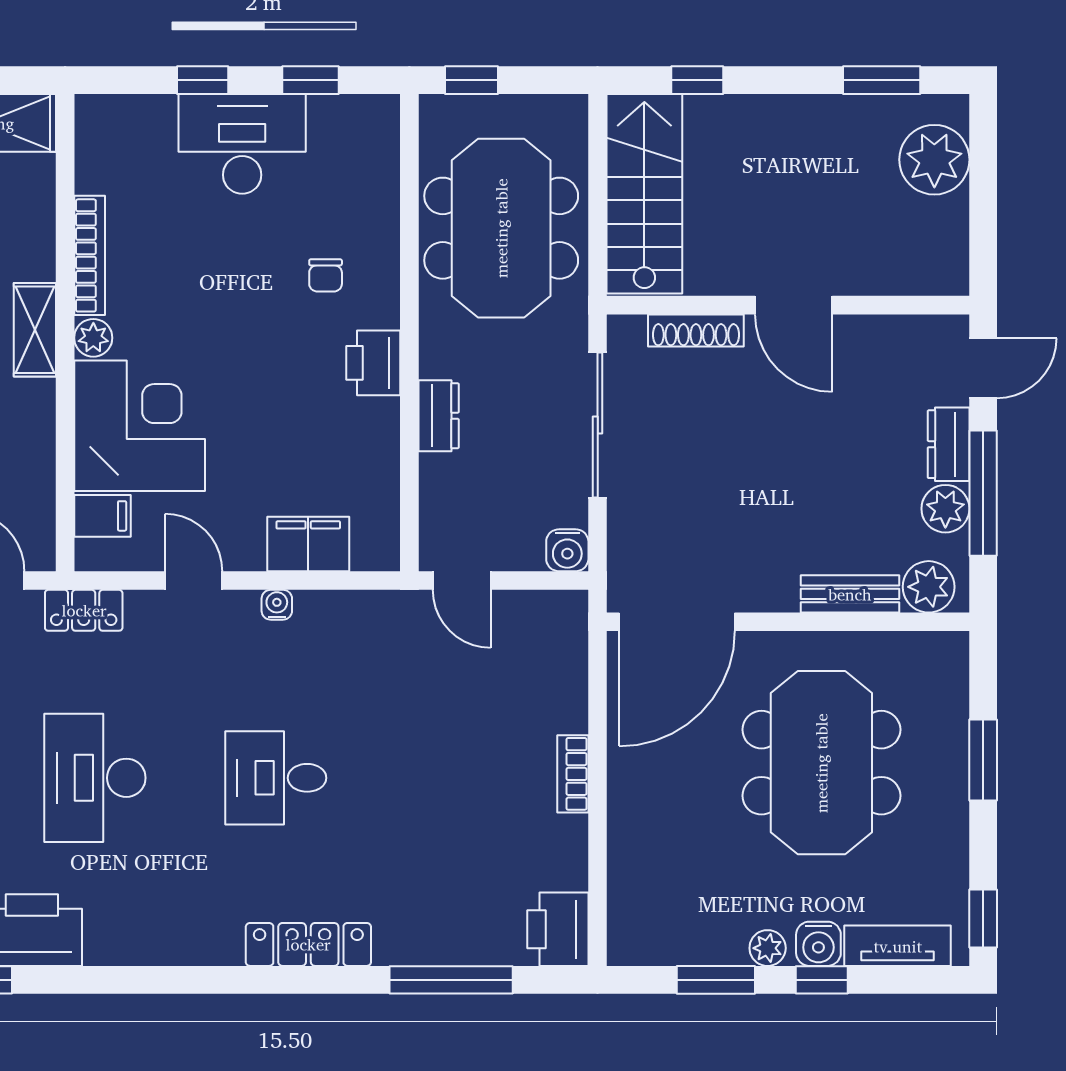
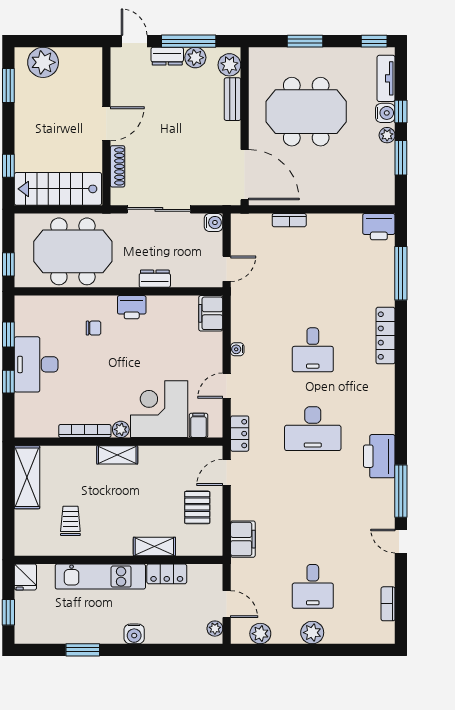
filing cabinet: (308, 544) -> (211, 313), moved
bookcase: (573, 774) -> (289, 220), moved

